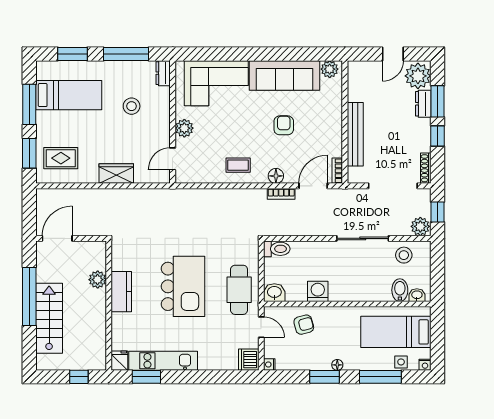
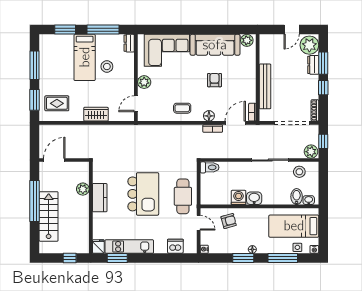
bed: (69, 95) -> (85, 57), moved, turned 90
washbasin: (274, 293) -> (254, 198), moved
dishwasher: (249, 360) -> (175, 246), moved, turned 90

